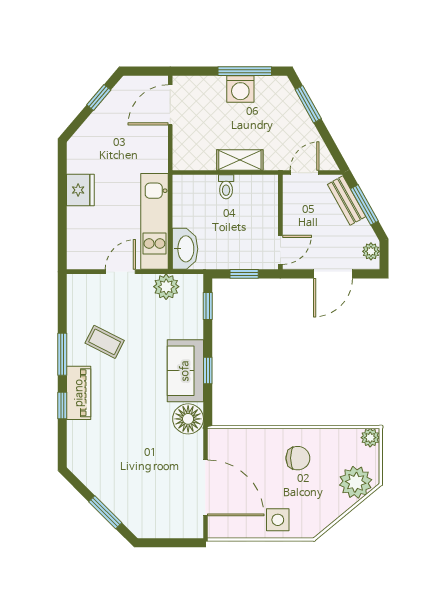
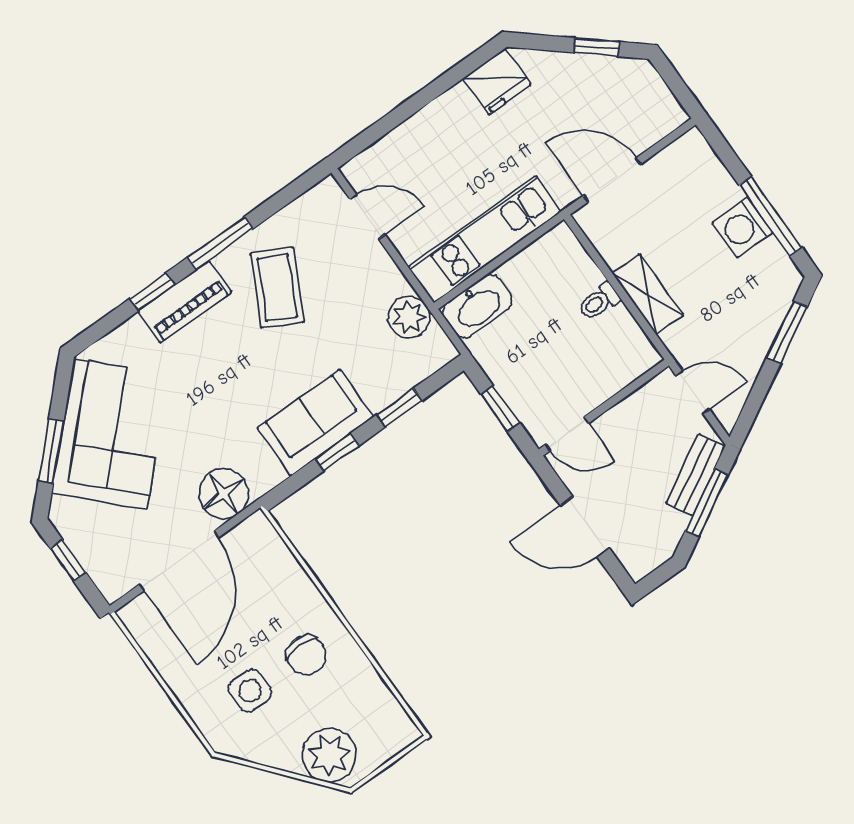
door: (170, 105) -> (612, 180), moved
fridge: (80, 190) -> (497, 81), moved
plant: (371, 251) -> (651, 556), removed
door: (120, 272) -> (368, 217), moved
window: (208, 306) -> (399, 408), moved
coffee table: (105, 342) -> (277, 288), width x1.36, depth x1.30
floor lamp: (188, 419) -> (224, 494), moved
plant: (370, 438) -> (403, 732), removed
corner sofa: (118, 477) -> (110, 434), added
side table: (278, 520) -> (250, 691), moved
window: (166, 543) -> (68, 560), added

